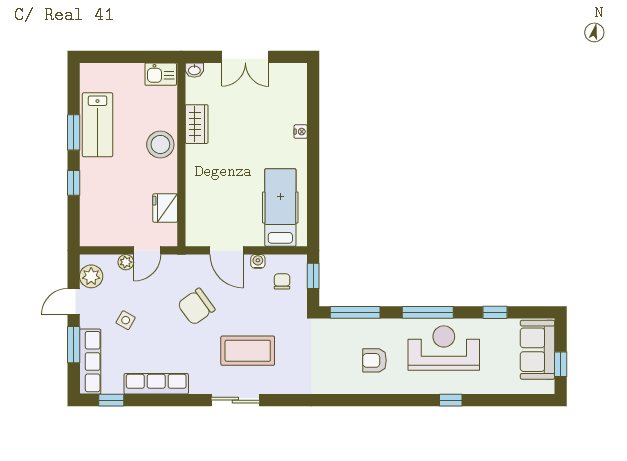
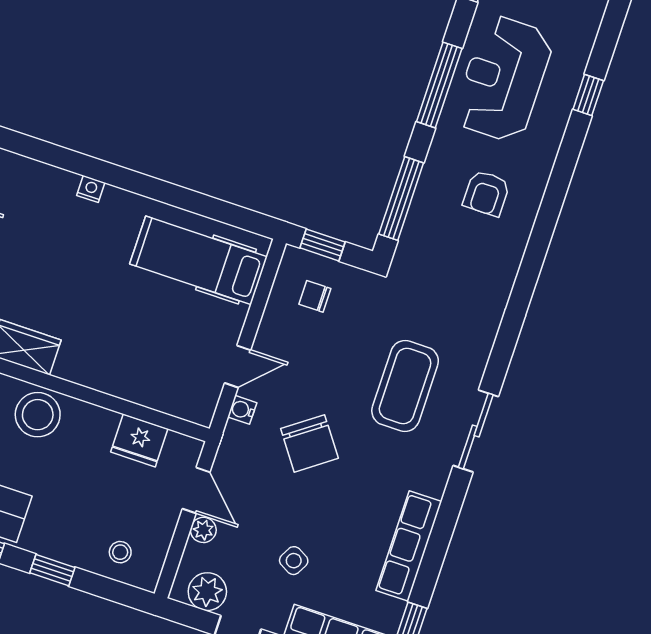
stool: (97, 219) -> (120, 552), added
door: (227, 250) -> (238, 367), width x0.73
water cooler: (258, 261) -> (242, 410), moved

